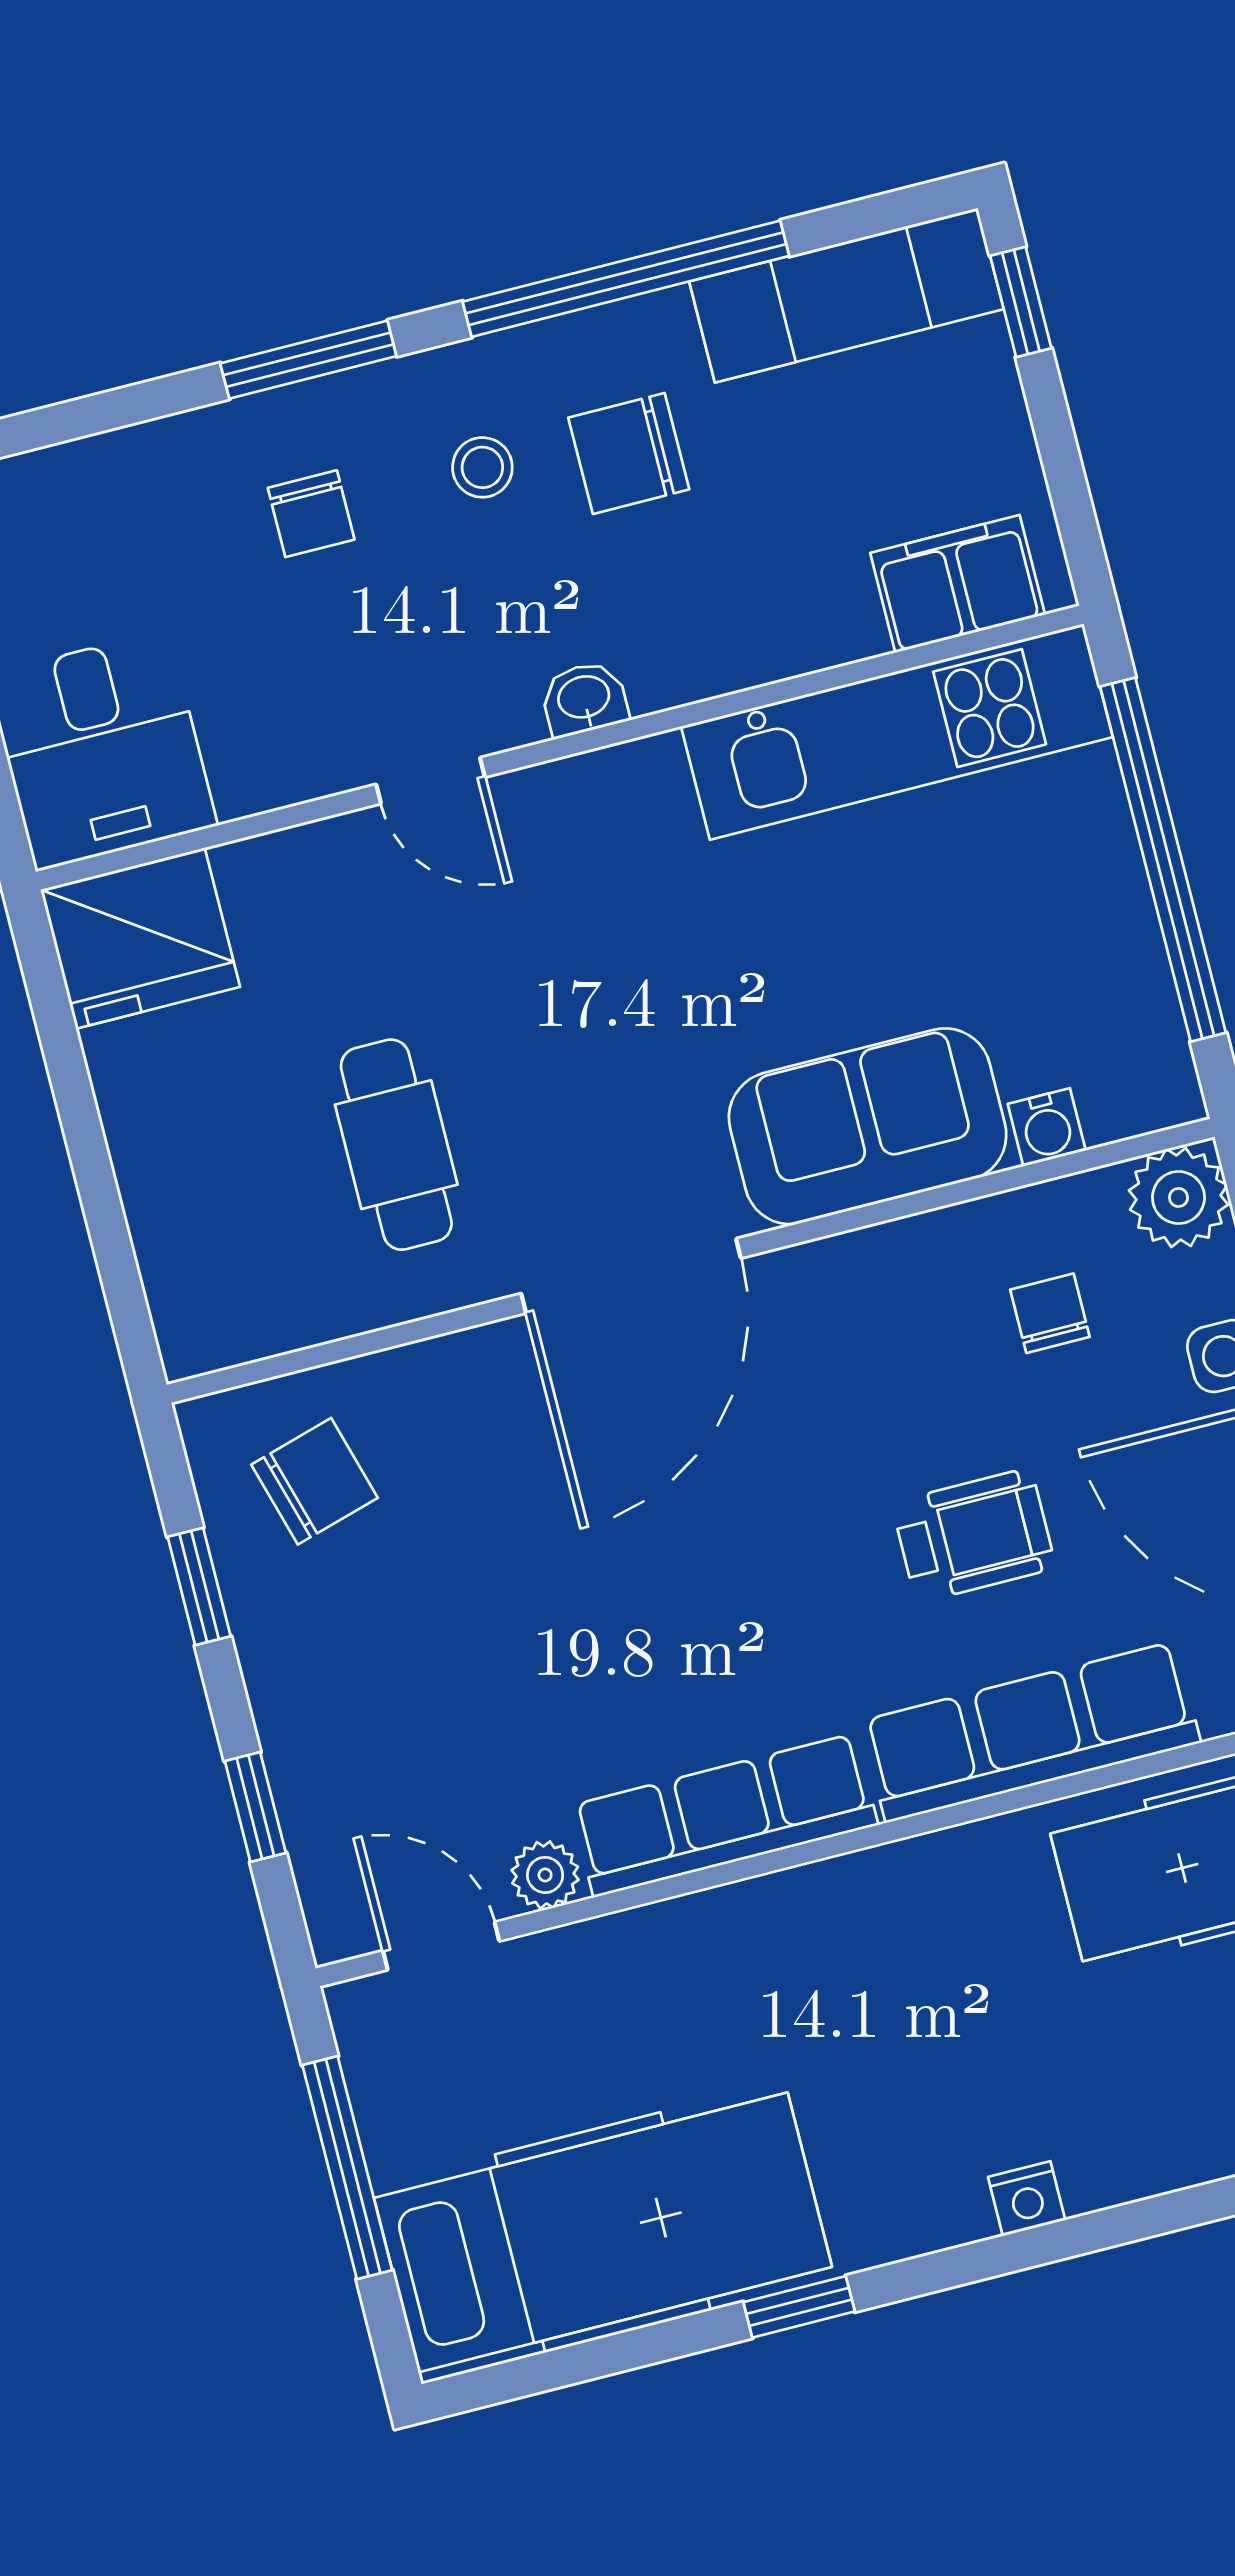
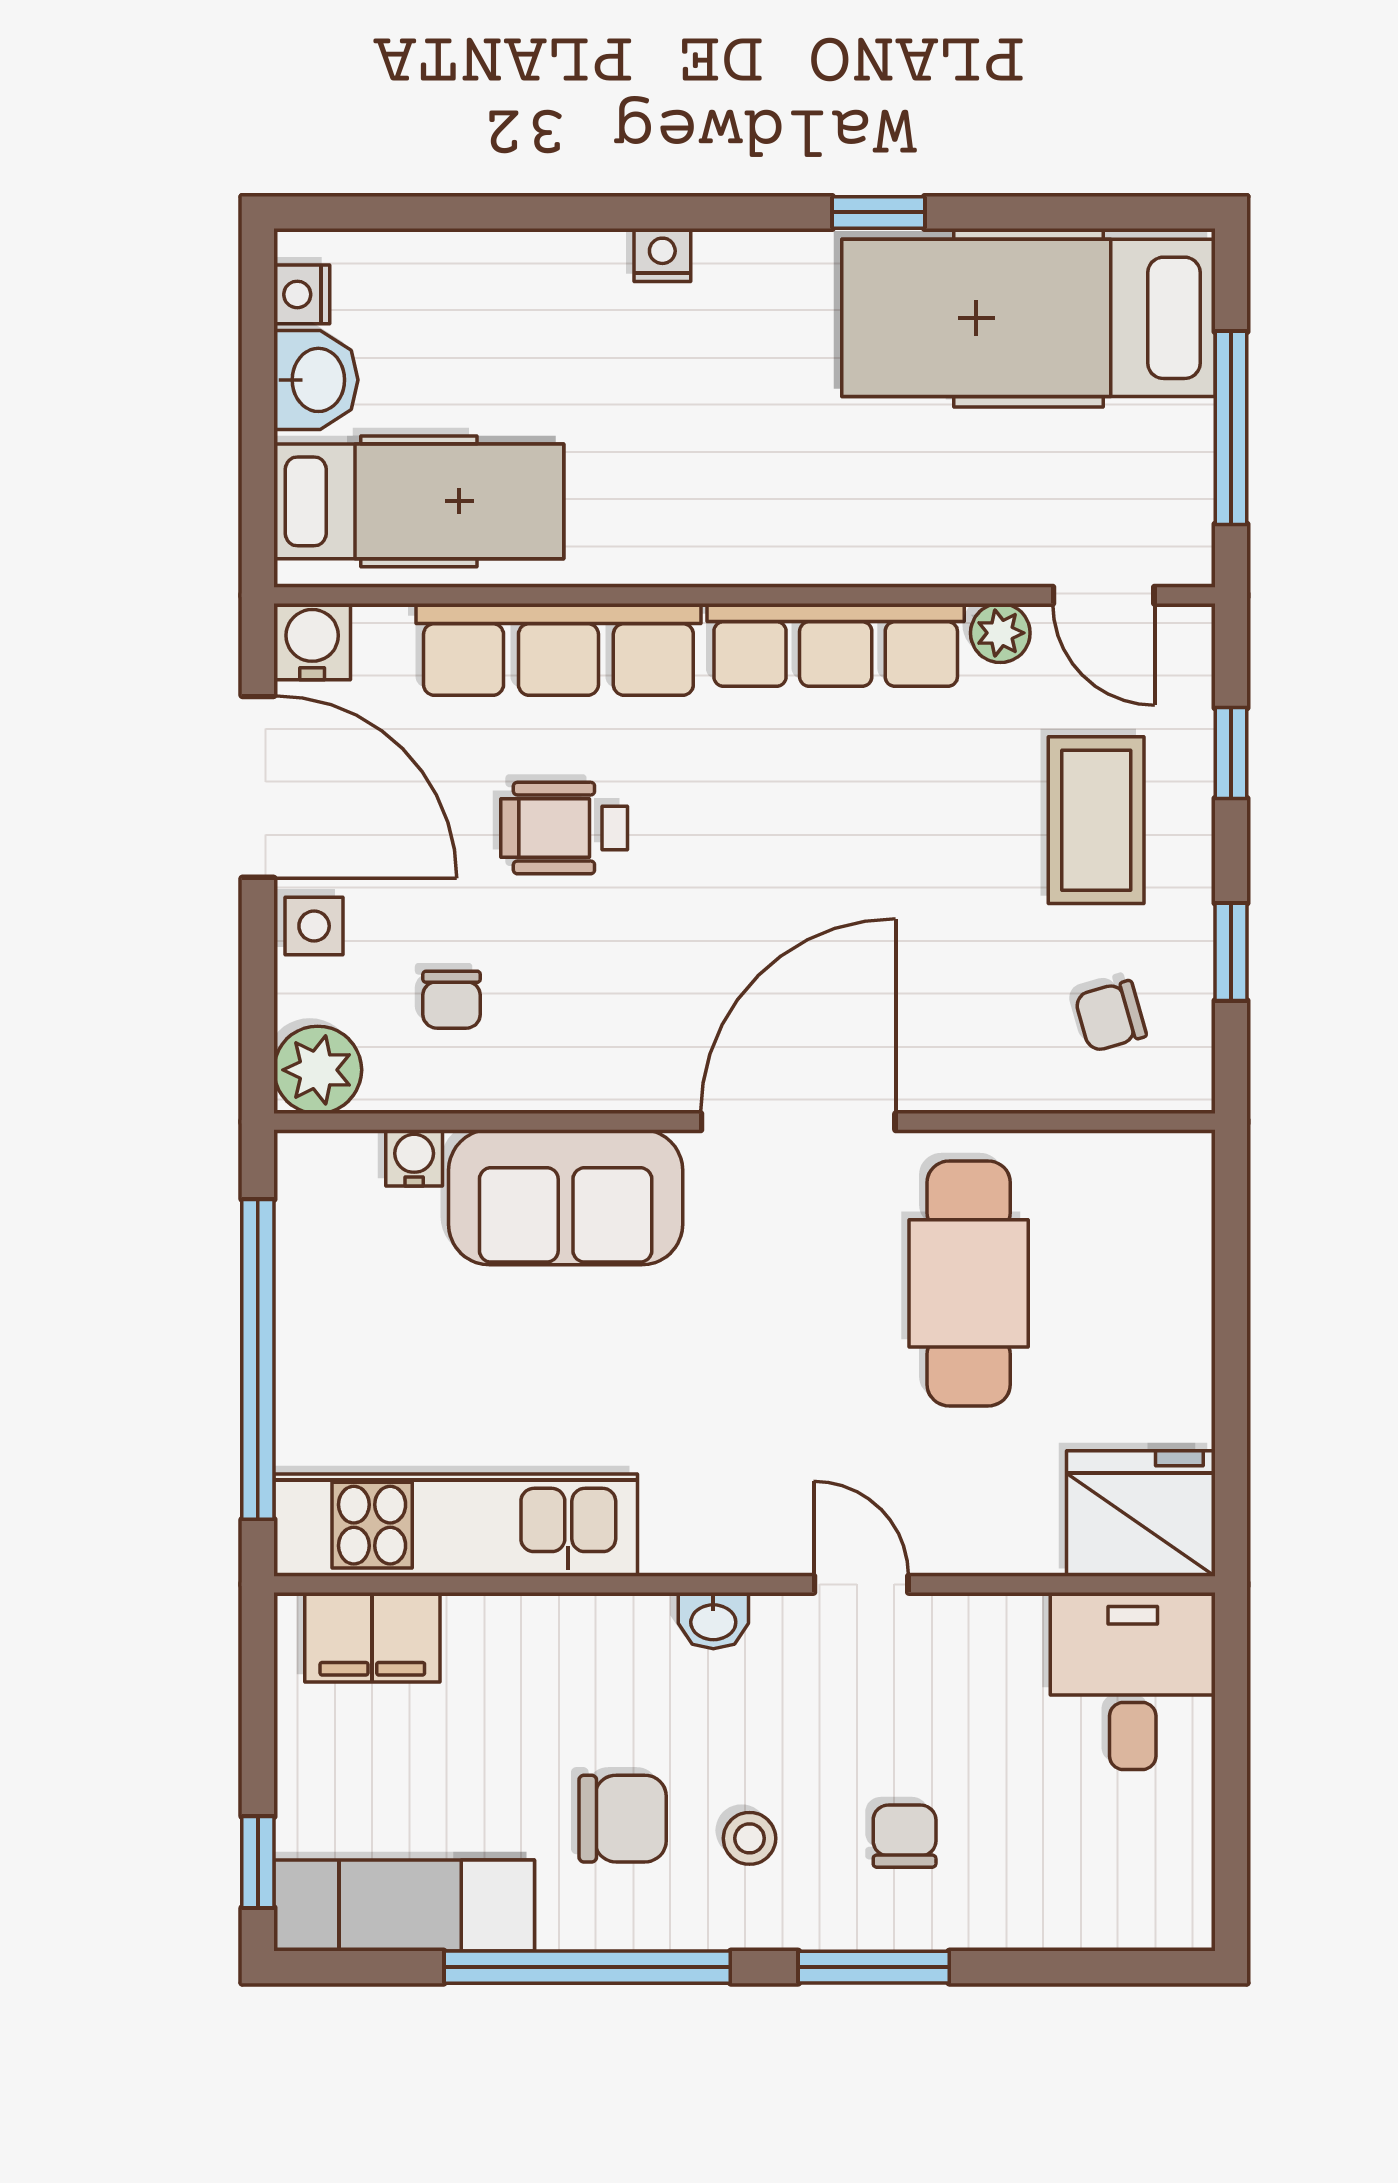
cafe table: (396, 1145) -> (969, 1283), width x1.37, depth x1.35
chair: (315, 1481) -> (1110, 1016), width x0.73, depth x0.73
coffee table: (386, 1694) -> (1096, 820), added

